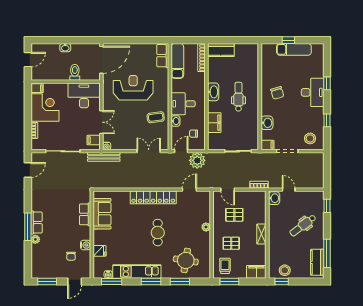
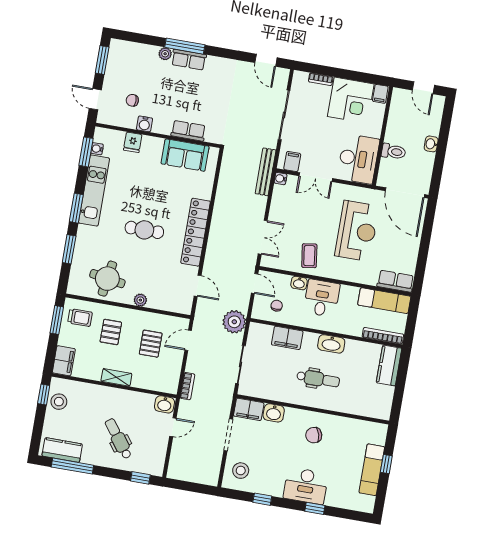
filing cabinet: (267, 145) -> (249, 409), width x2.00
plant: (197, 160) -> (234, 322), moved
round table: (186, 260) -> (107, 279), moved

